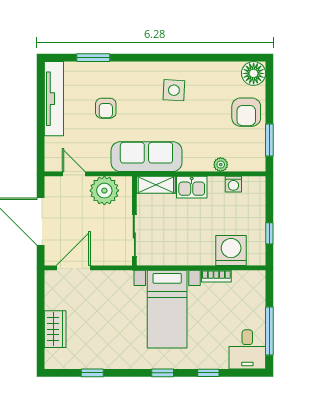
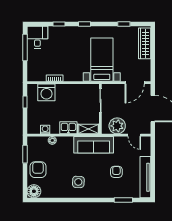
bed with nightstands: (167, 309) -> (102, 60), moved
wardrobe: (55, 329) -> (145, 43), width x1.50

